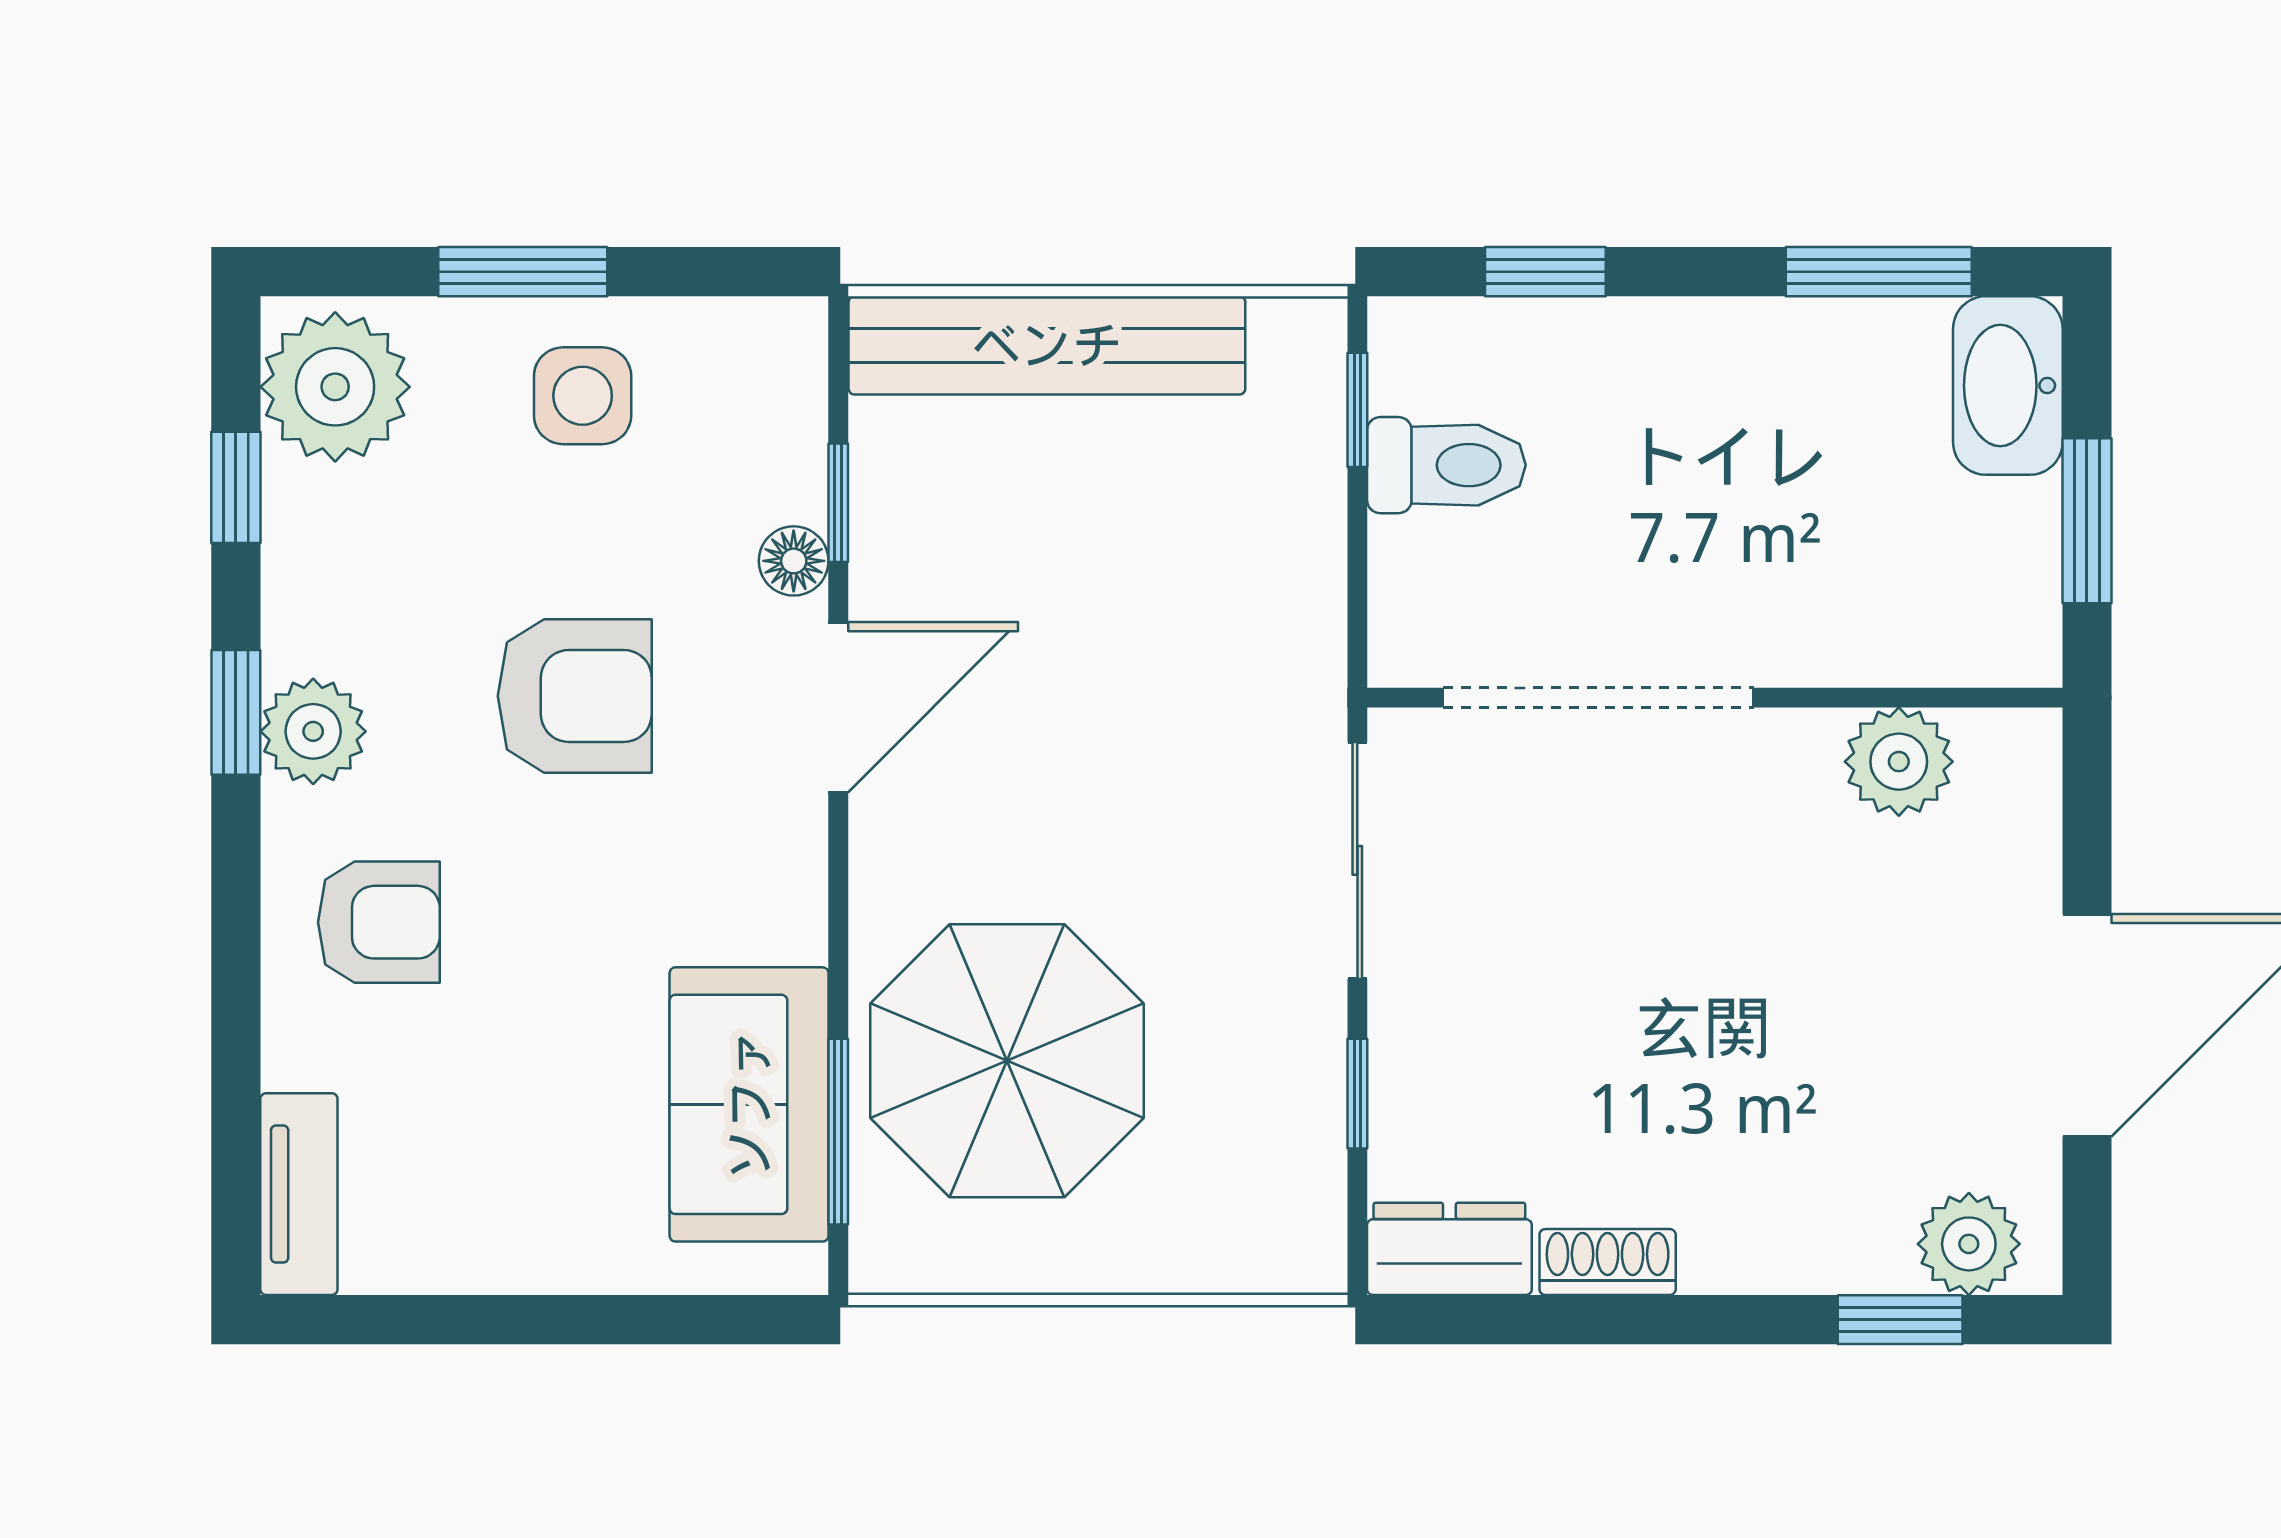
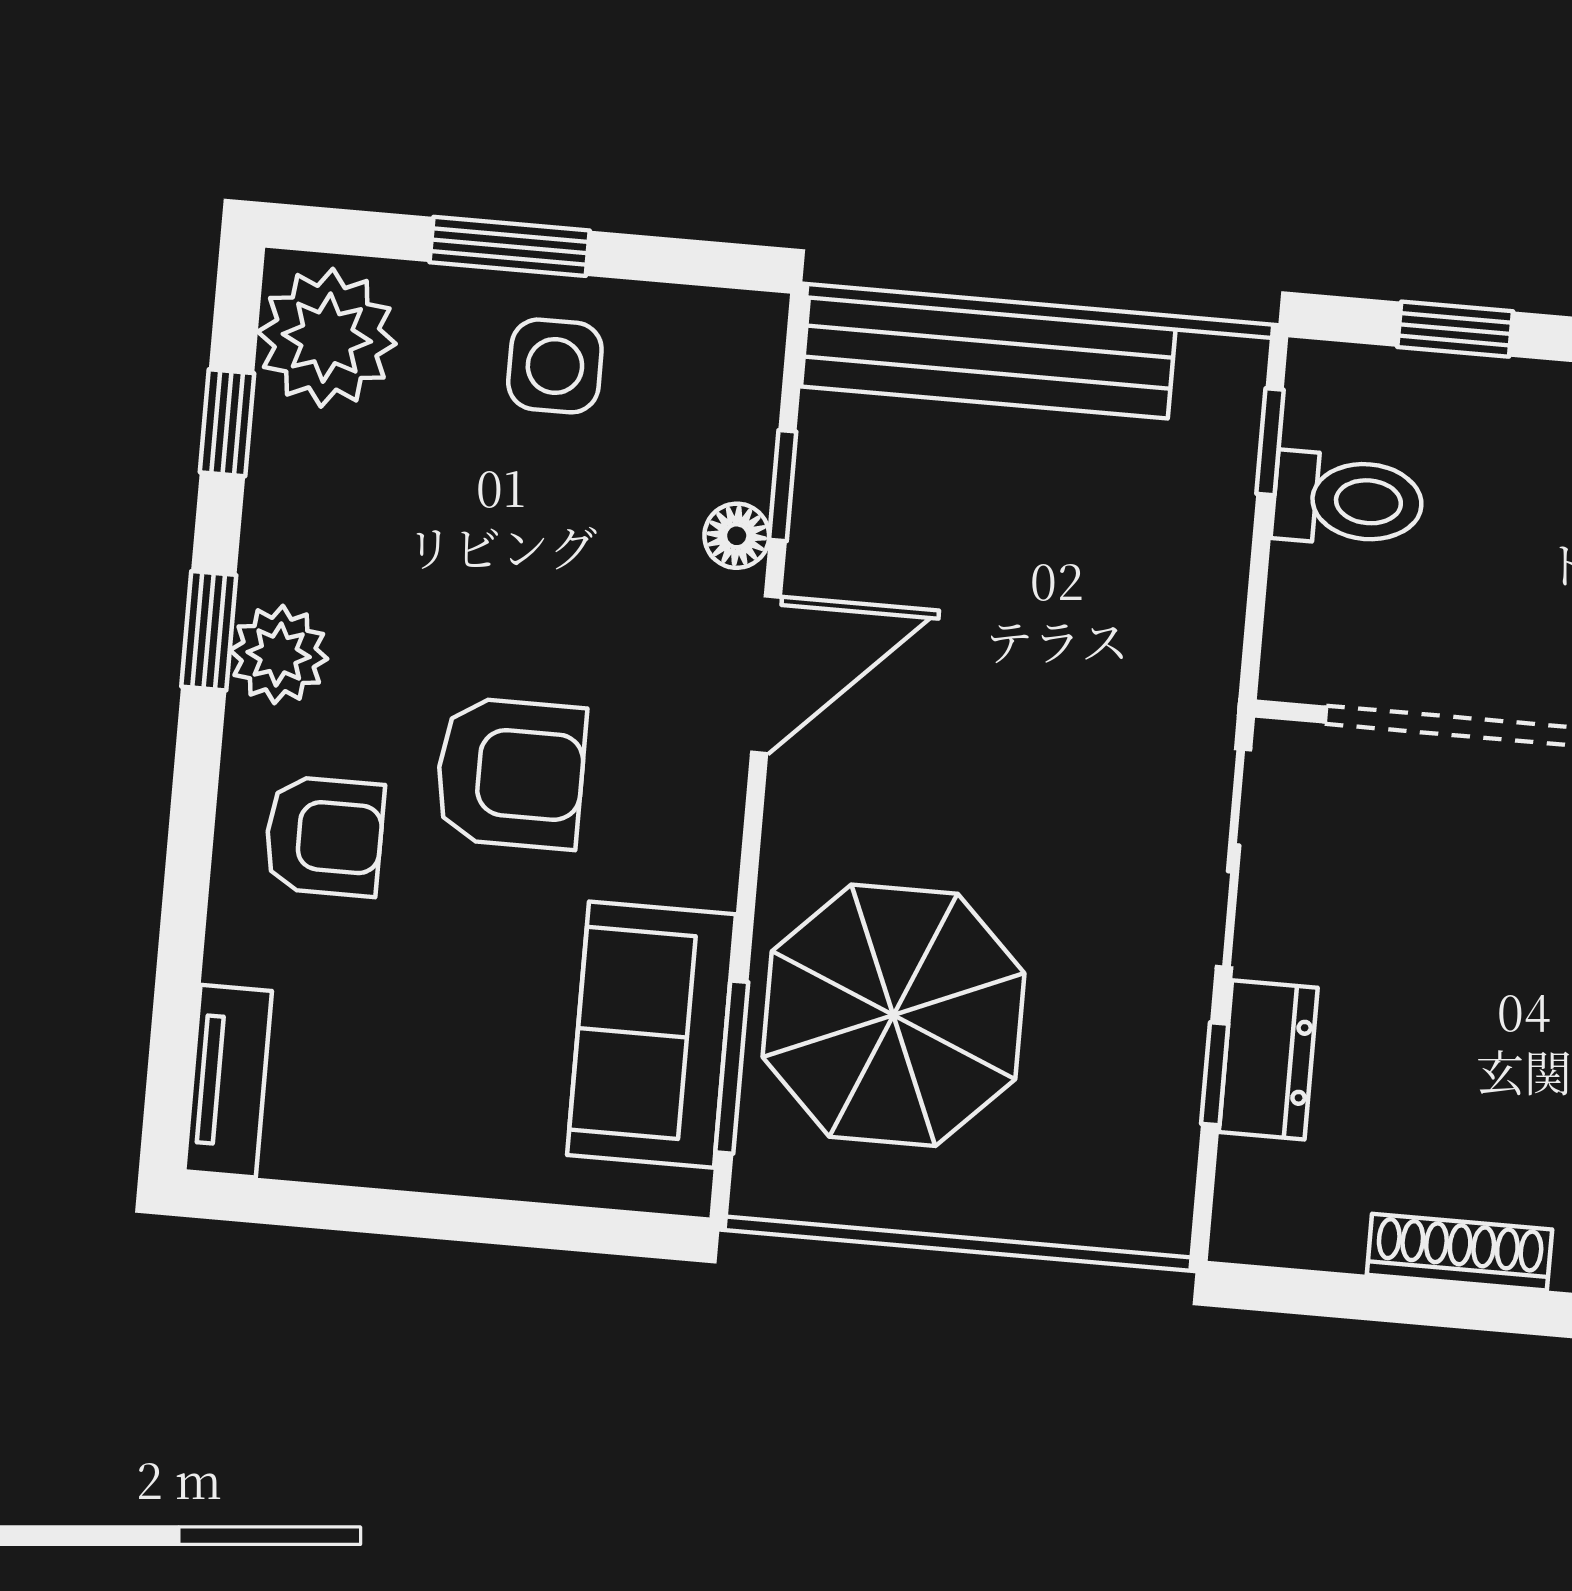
armchair: (575, 696) -> (510, 773), moved
dresser: (1449, 1249) -> (1268, 1060), moved, turned 90
shoe rack: (1608, 1262) -> (1459, 1252), width x1.43

